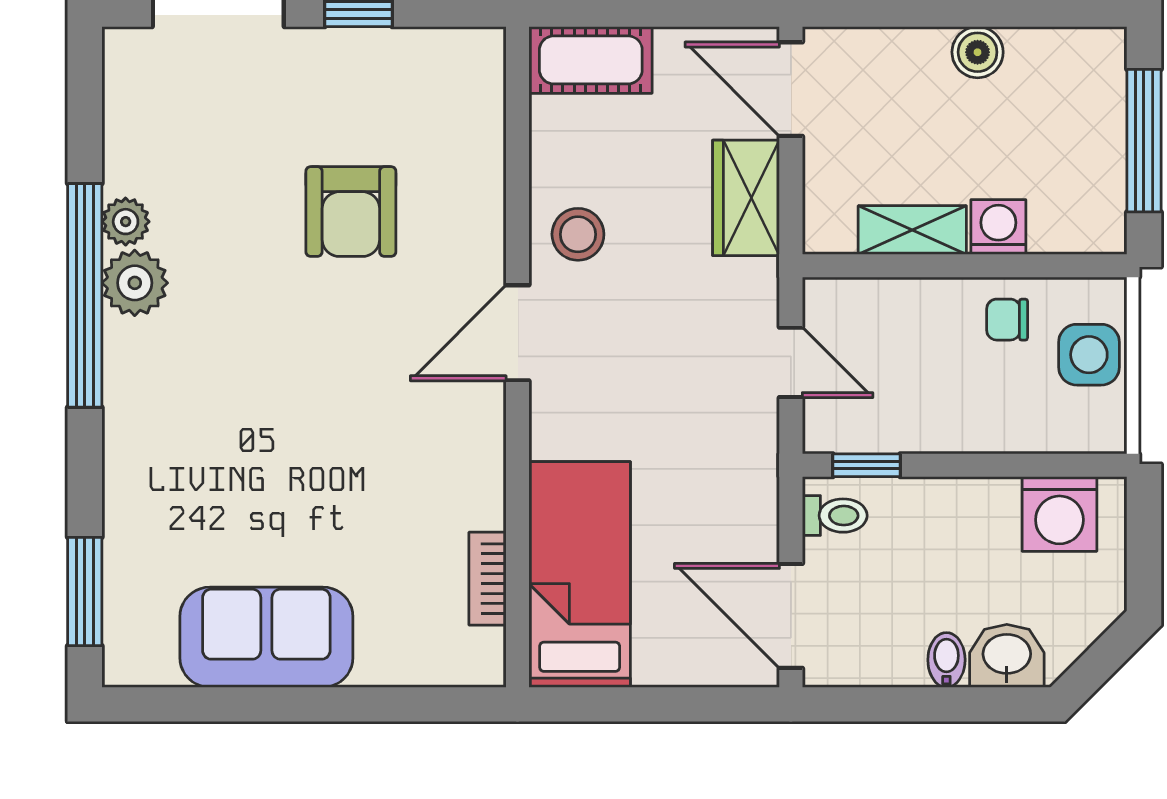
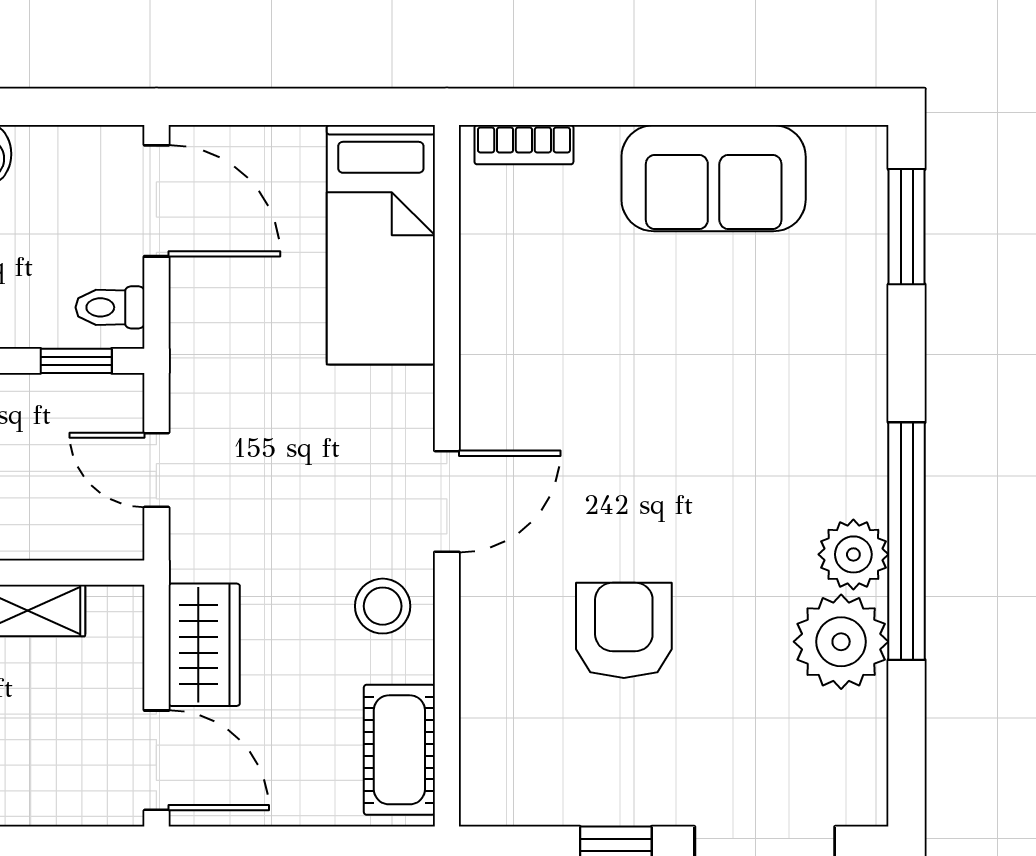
cot: (591, 60) -> (399, 750), moved, turned 90
plant: (126, 222) -> (841, 642), width x1.87, depth x1.87
bookcase: (488, 579) -> (524, 145), moved, turned 90

